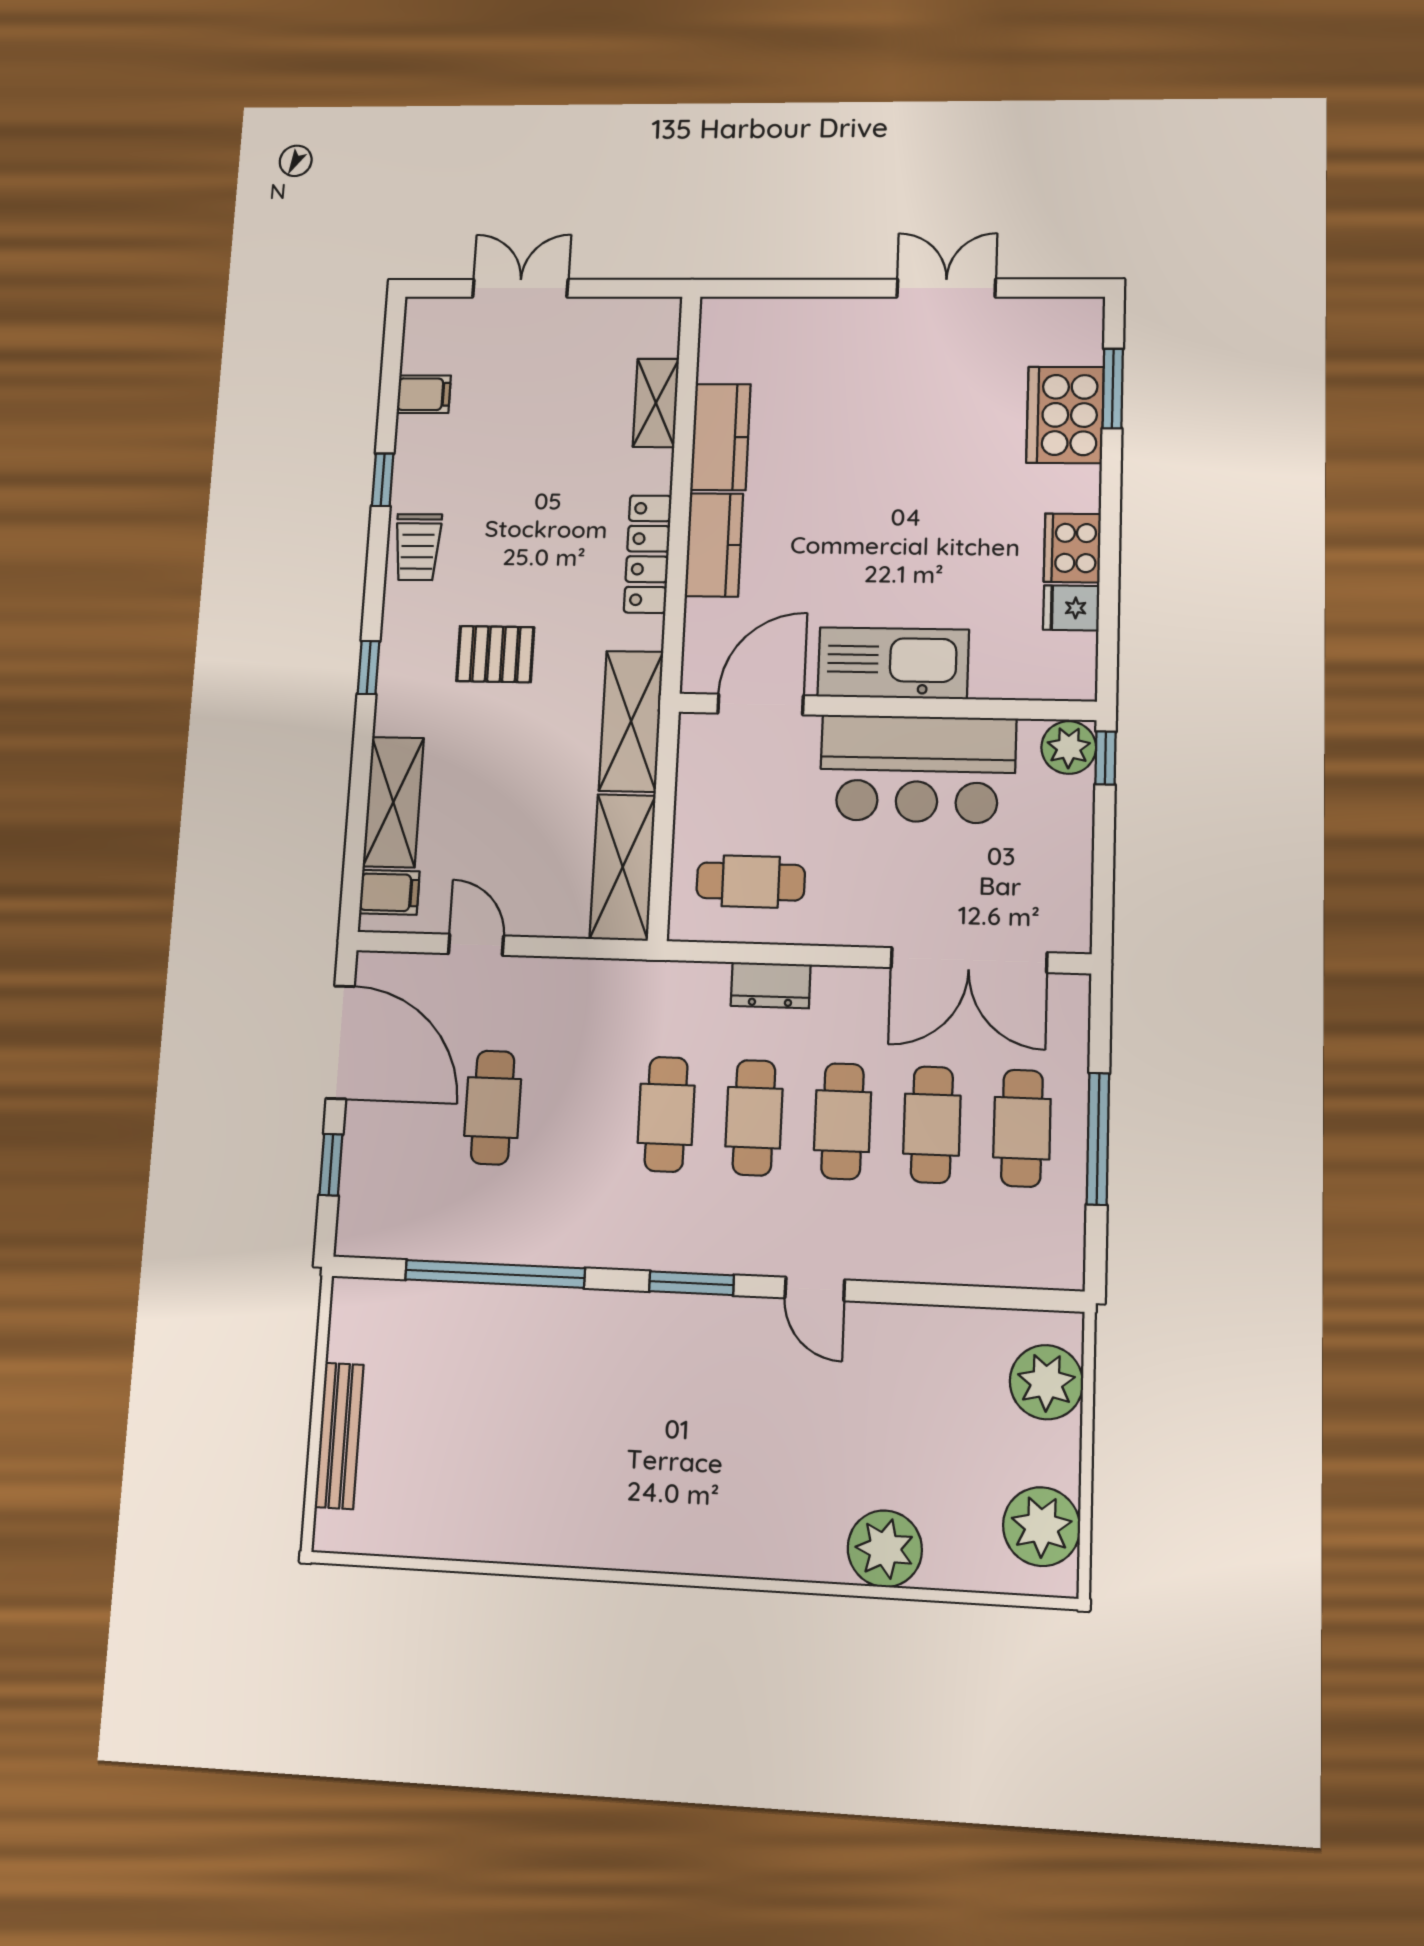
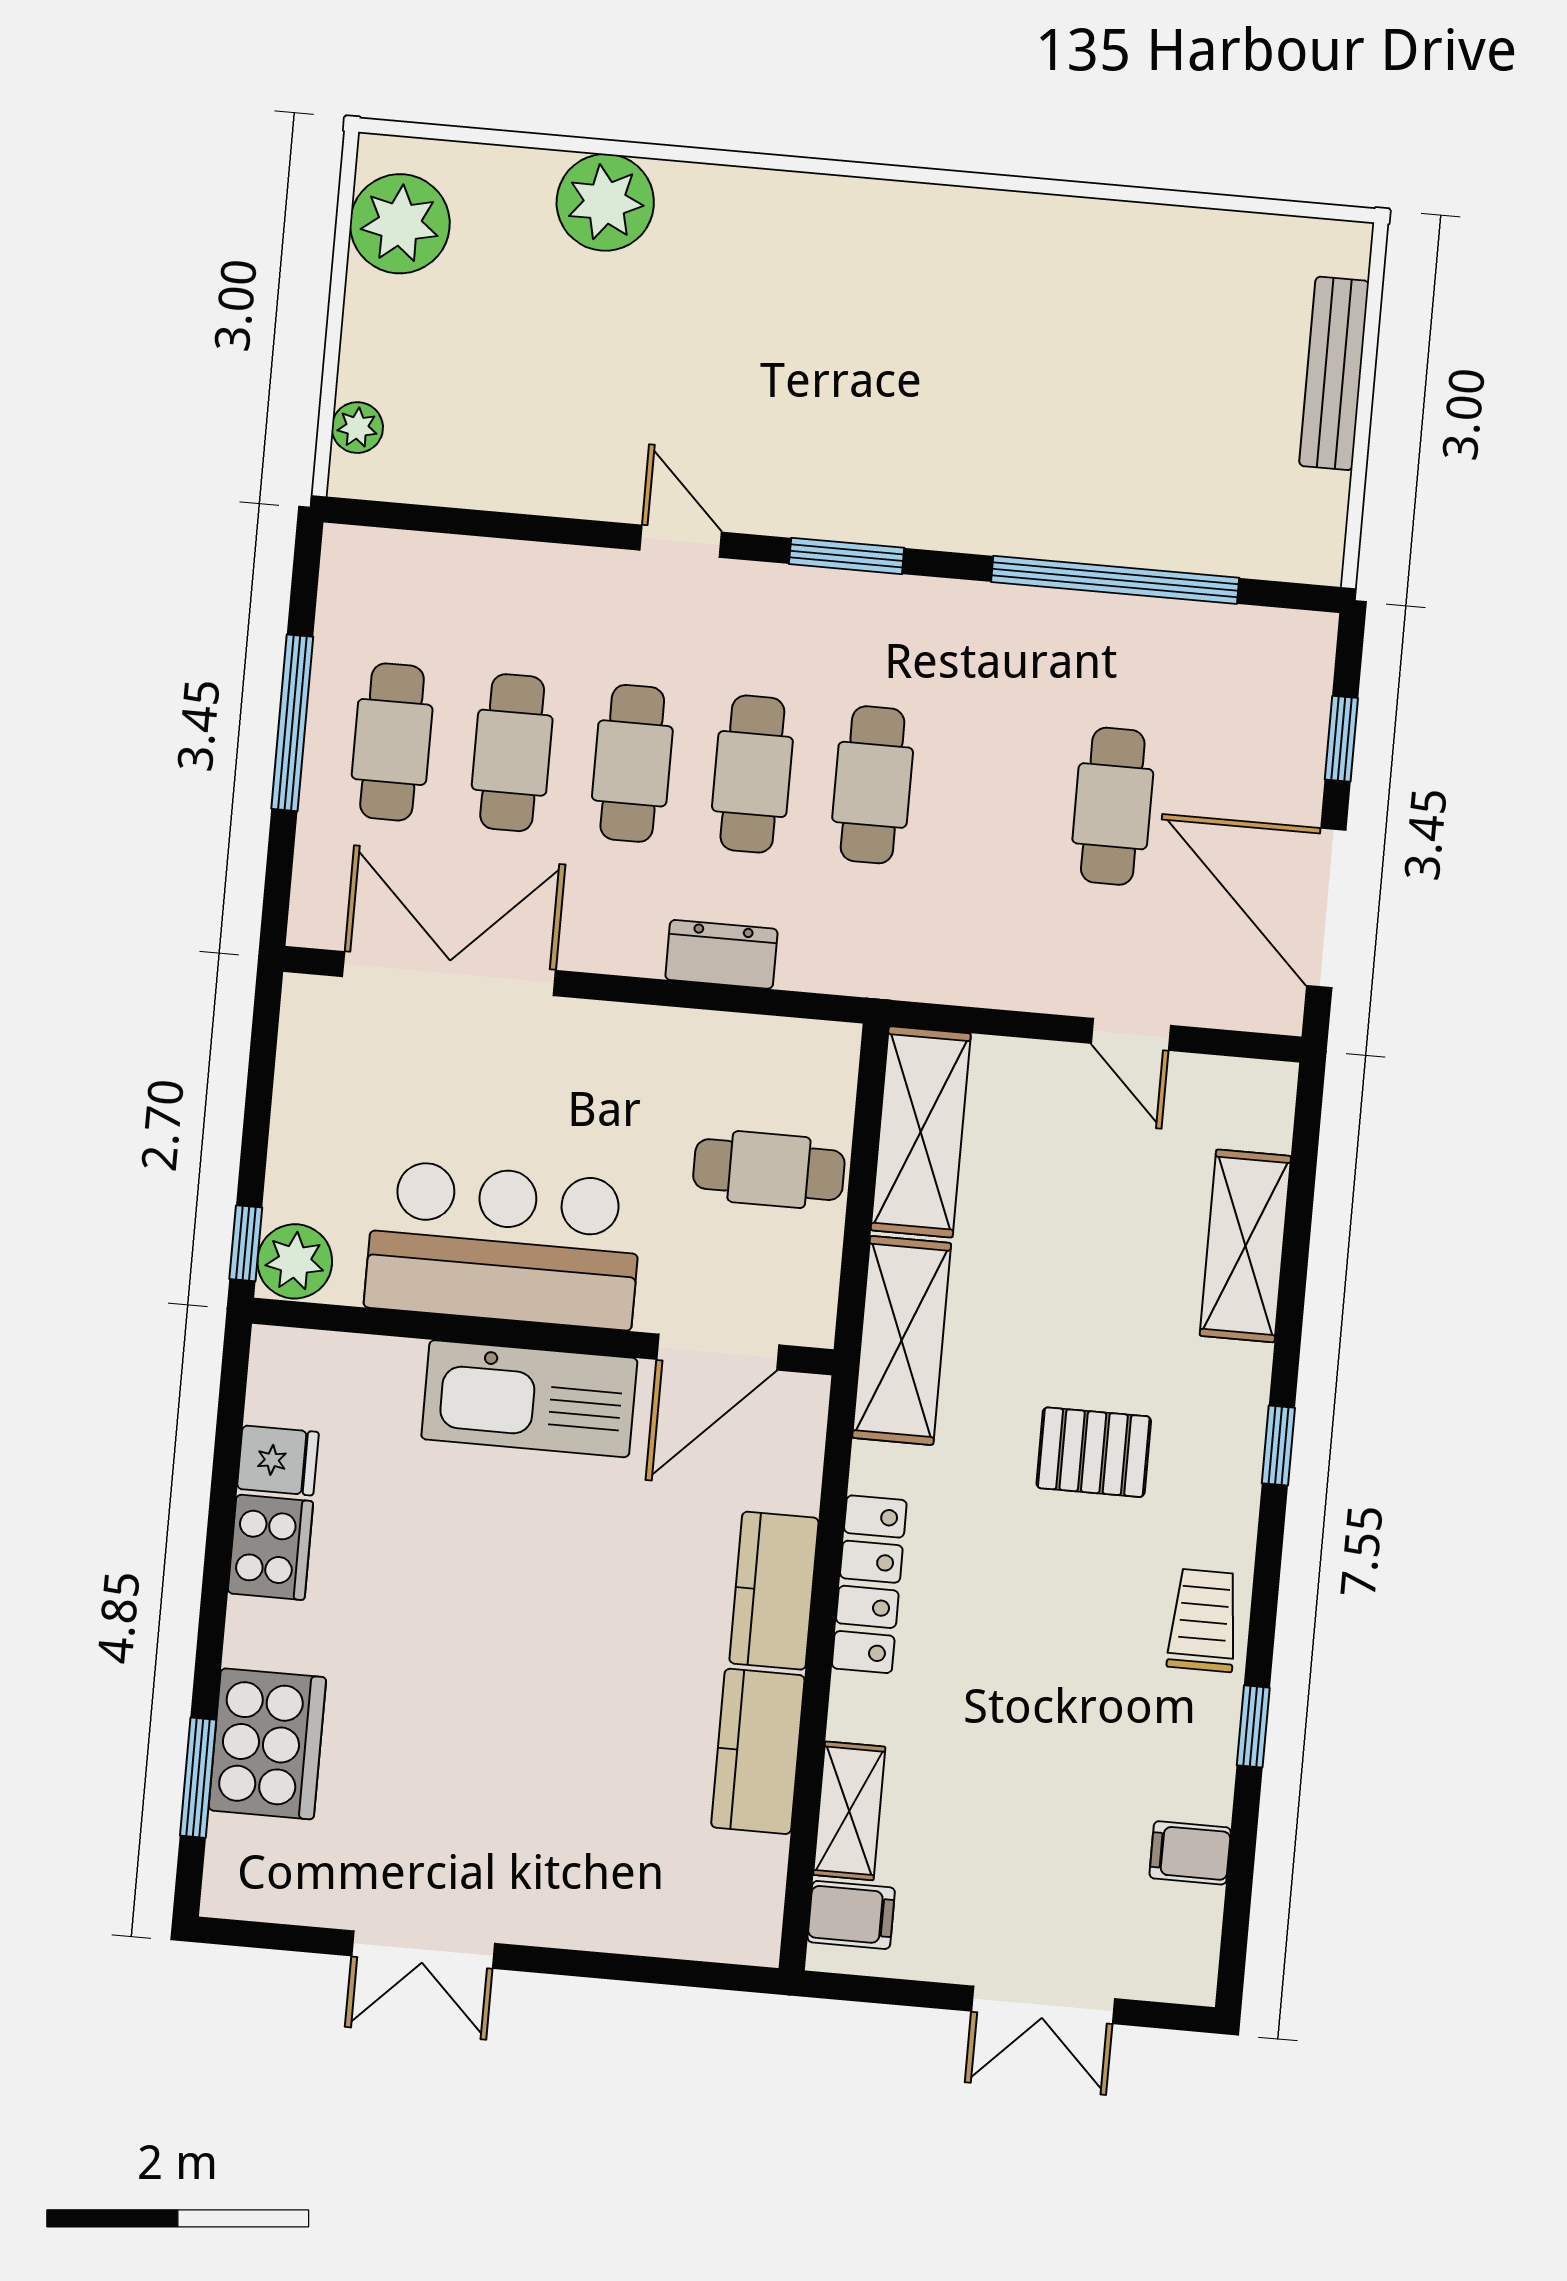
cafe table: (751, 882) -> (769, 1170), moved
filing cabinet: (389, 892) -> (851, 1915), moved, turned 180
plant: (1046, 1382) -> (357, 428), width x0.53, depth x0.53

